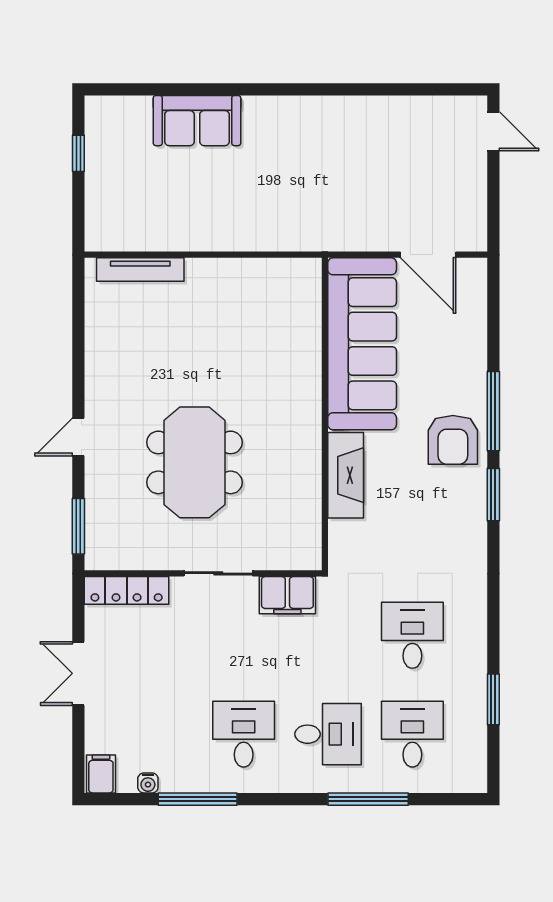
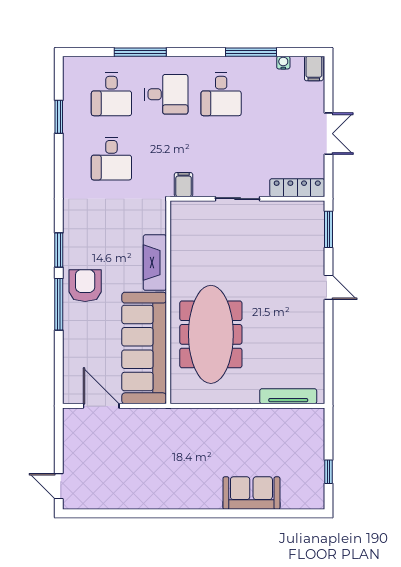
door: (78, 437) -> (329, 287), hinge flipped
meeting table: (194, 462) -> (211, 334), moved, width x1.36
filing cabinet: (287, 595) -> (184, 185), width x0.50
desk: (328, 734) -> (166, 94), turned 180

